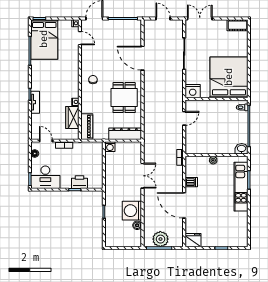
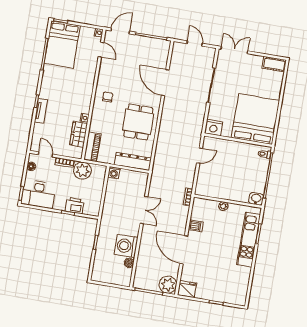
plant: (81, 149) -> (82, 171), added
plant: (160, 239) -> (168, 285), moved

